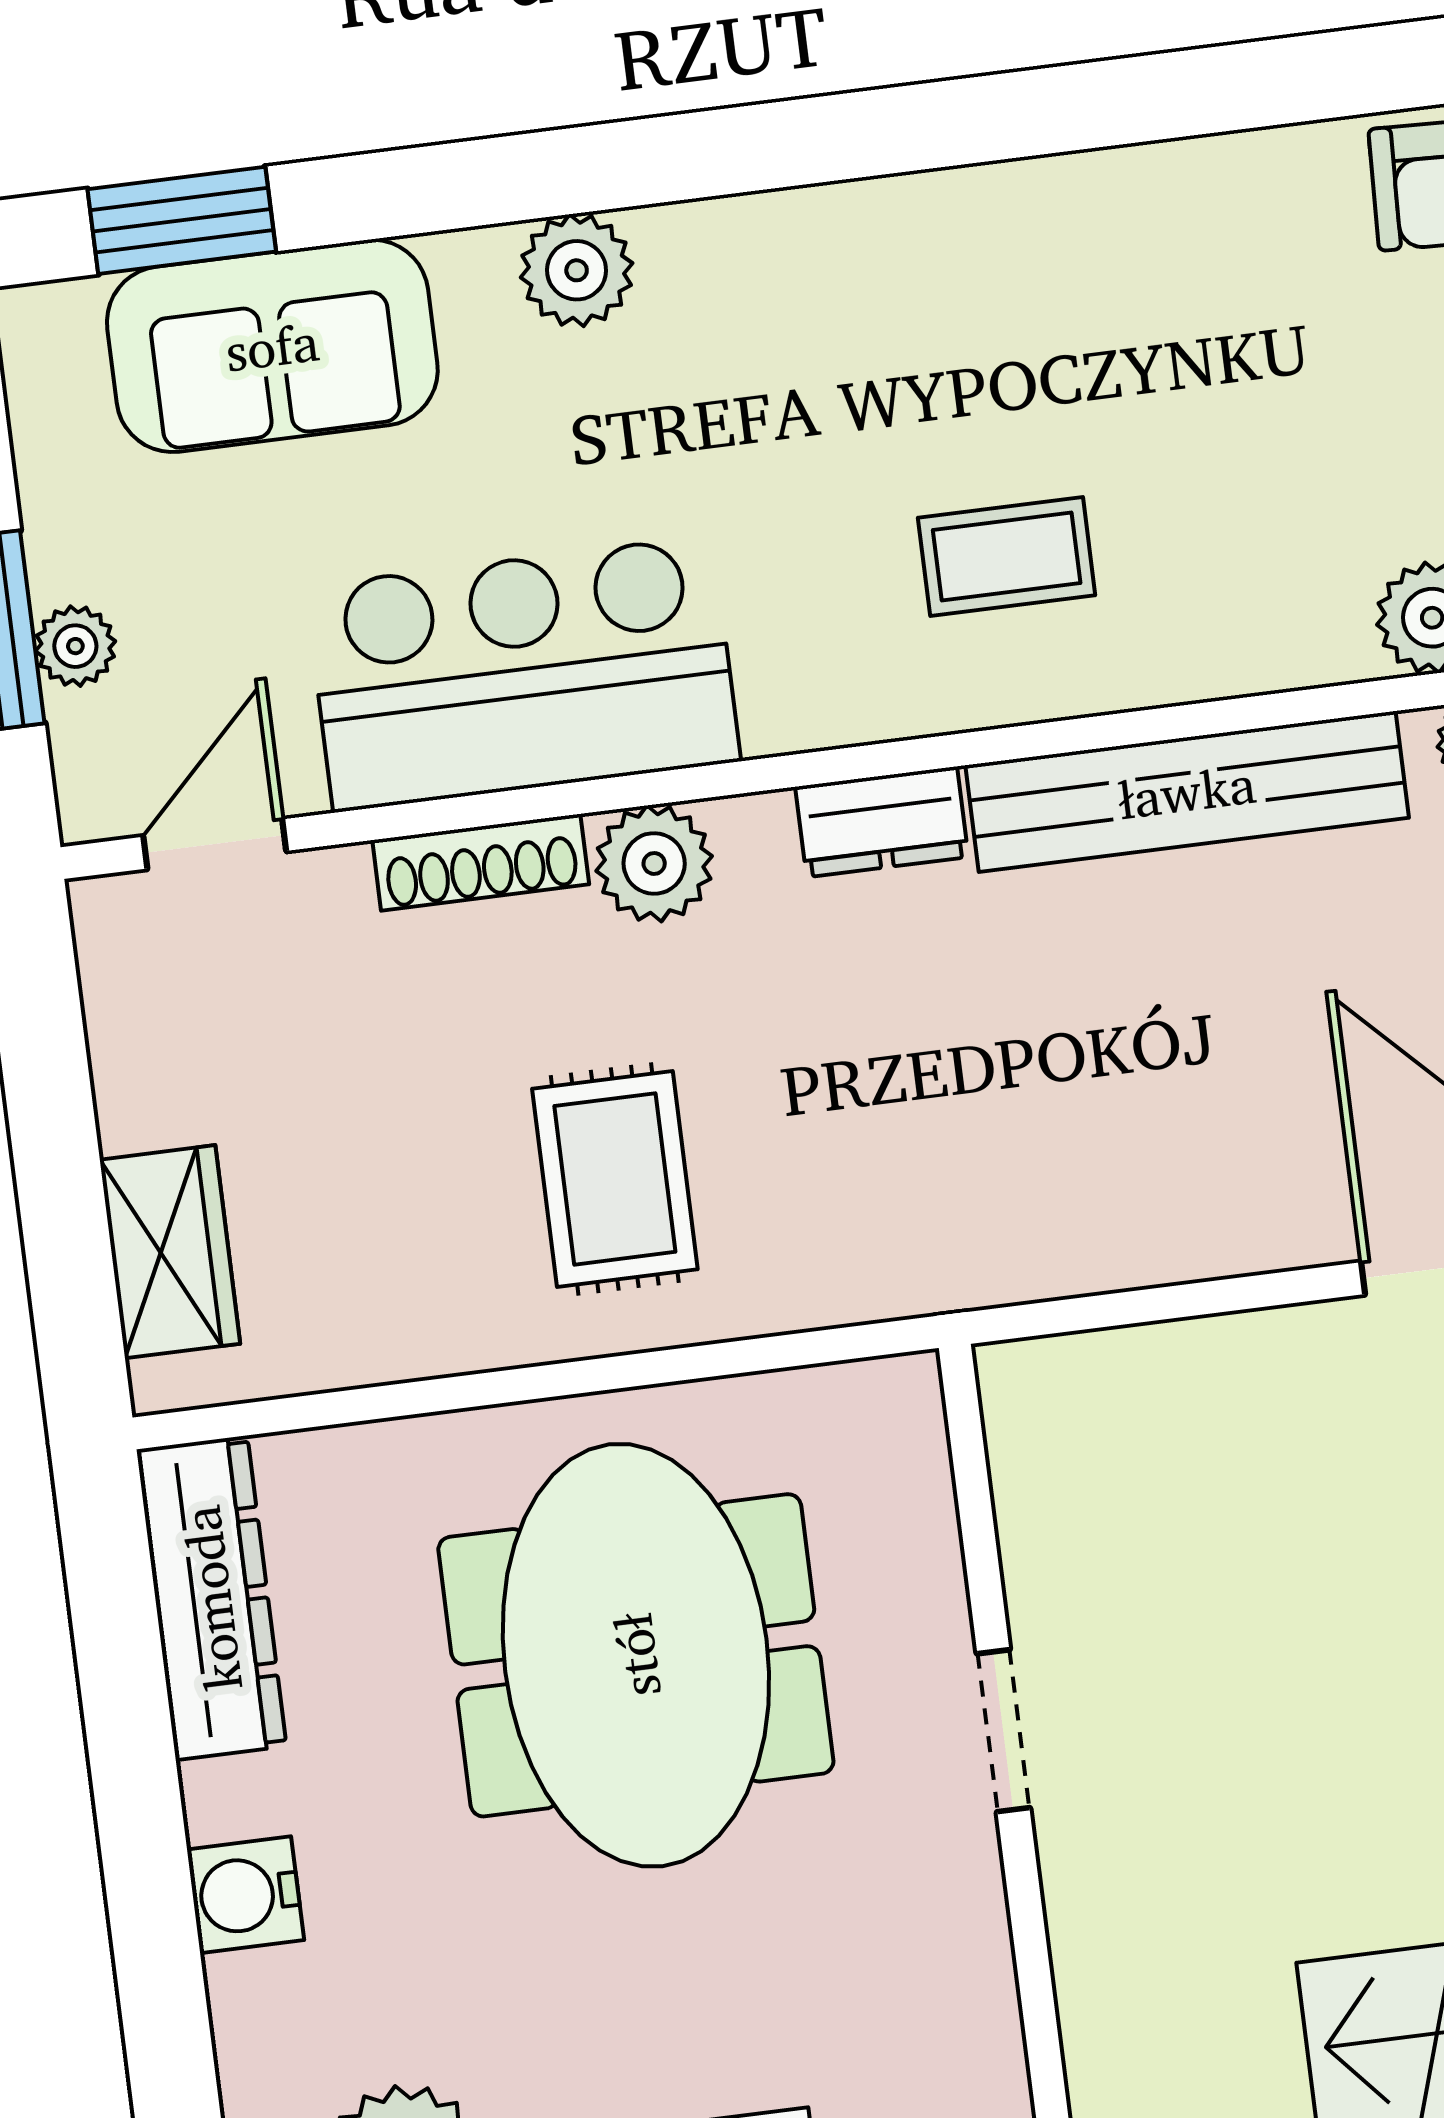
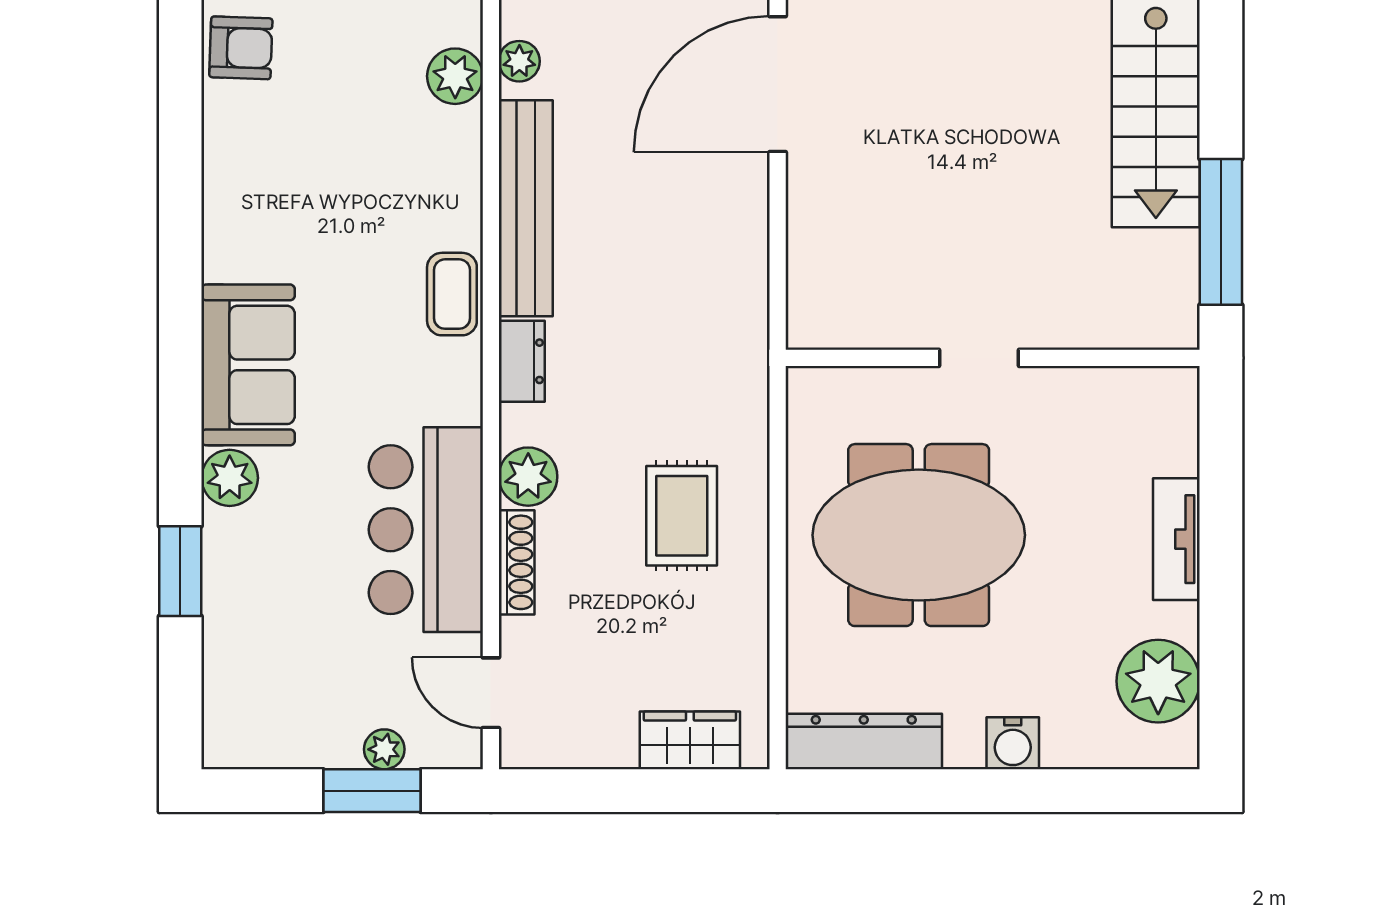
window: (182, 220) -> (180, 571), moved
sofa: (272, 346) -> (248, 365), moved
coffee table: (1007, 557) -> (452, 294), moved
rug: (615, 1179) -> (682, 516), turned 90

